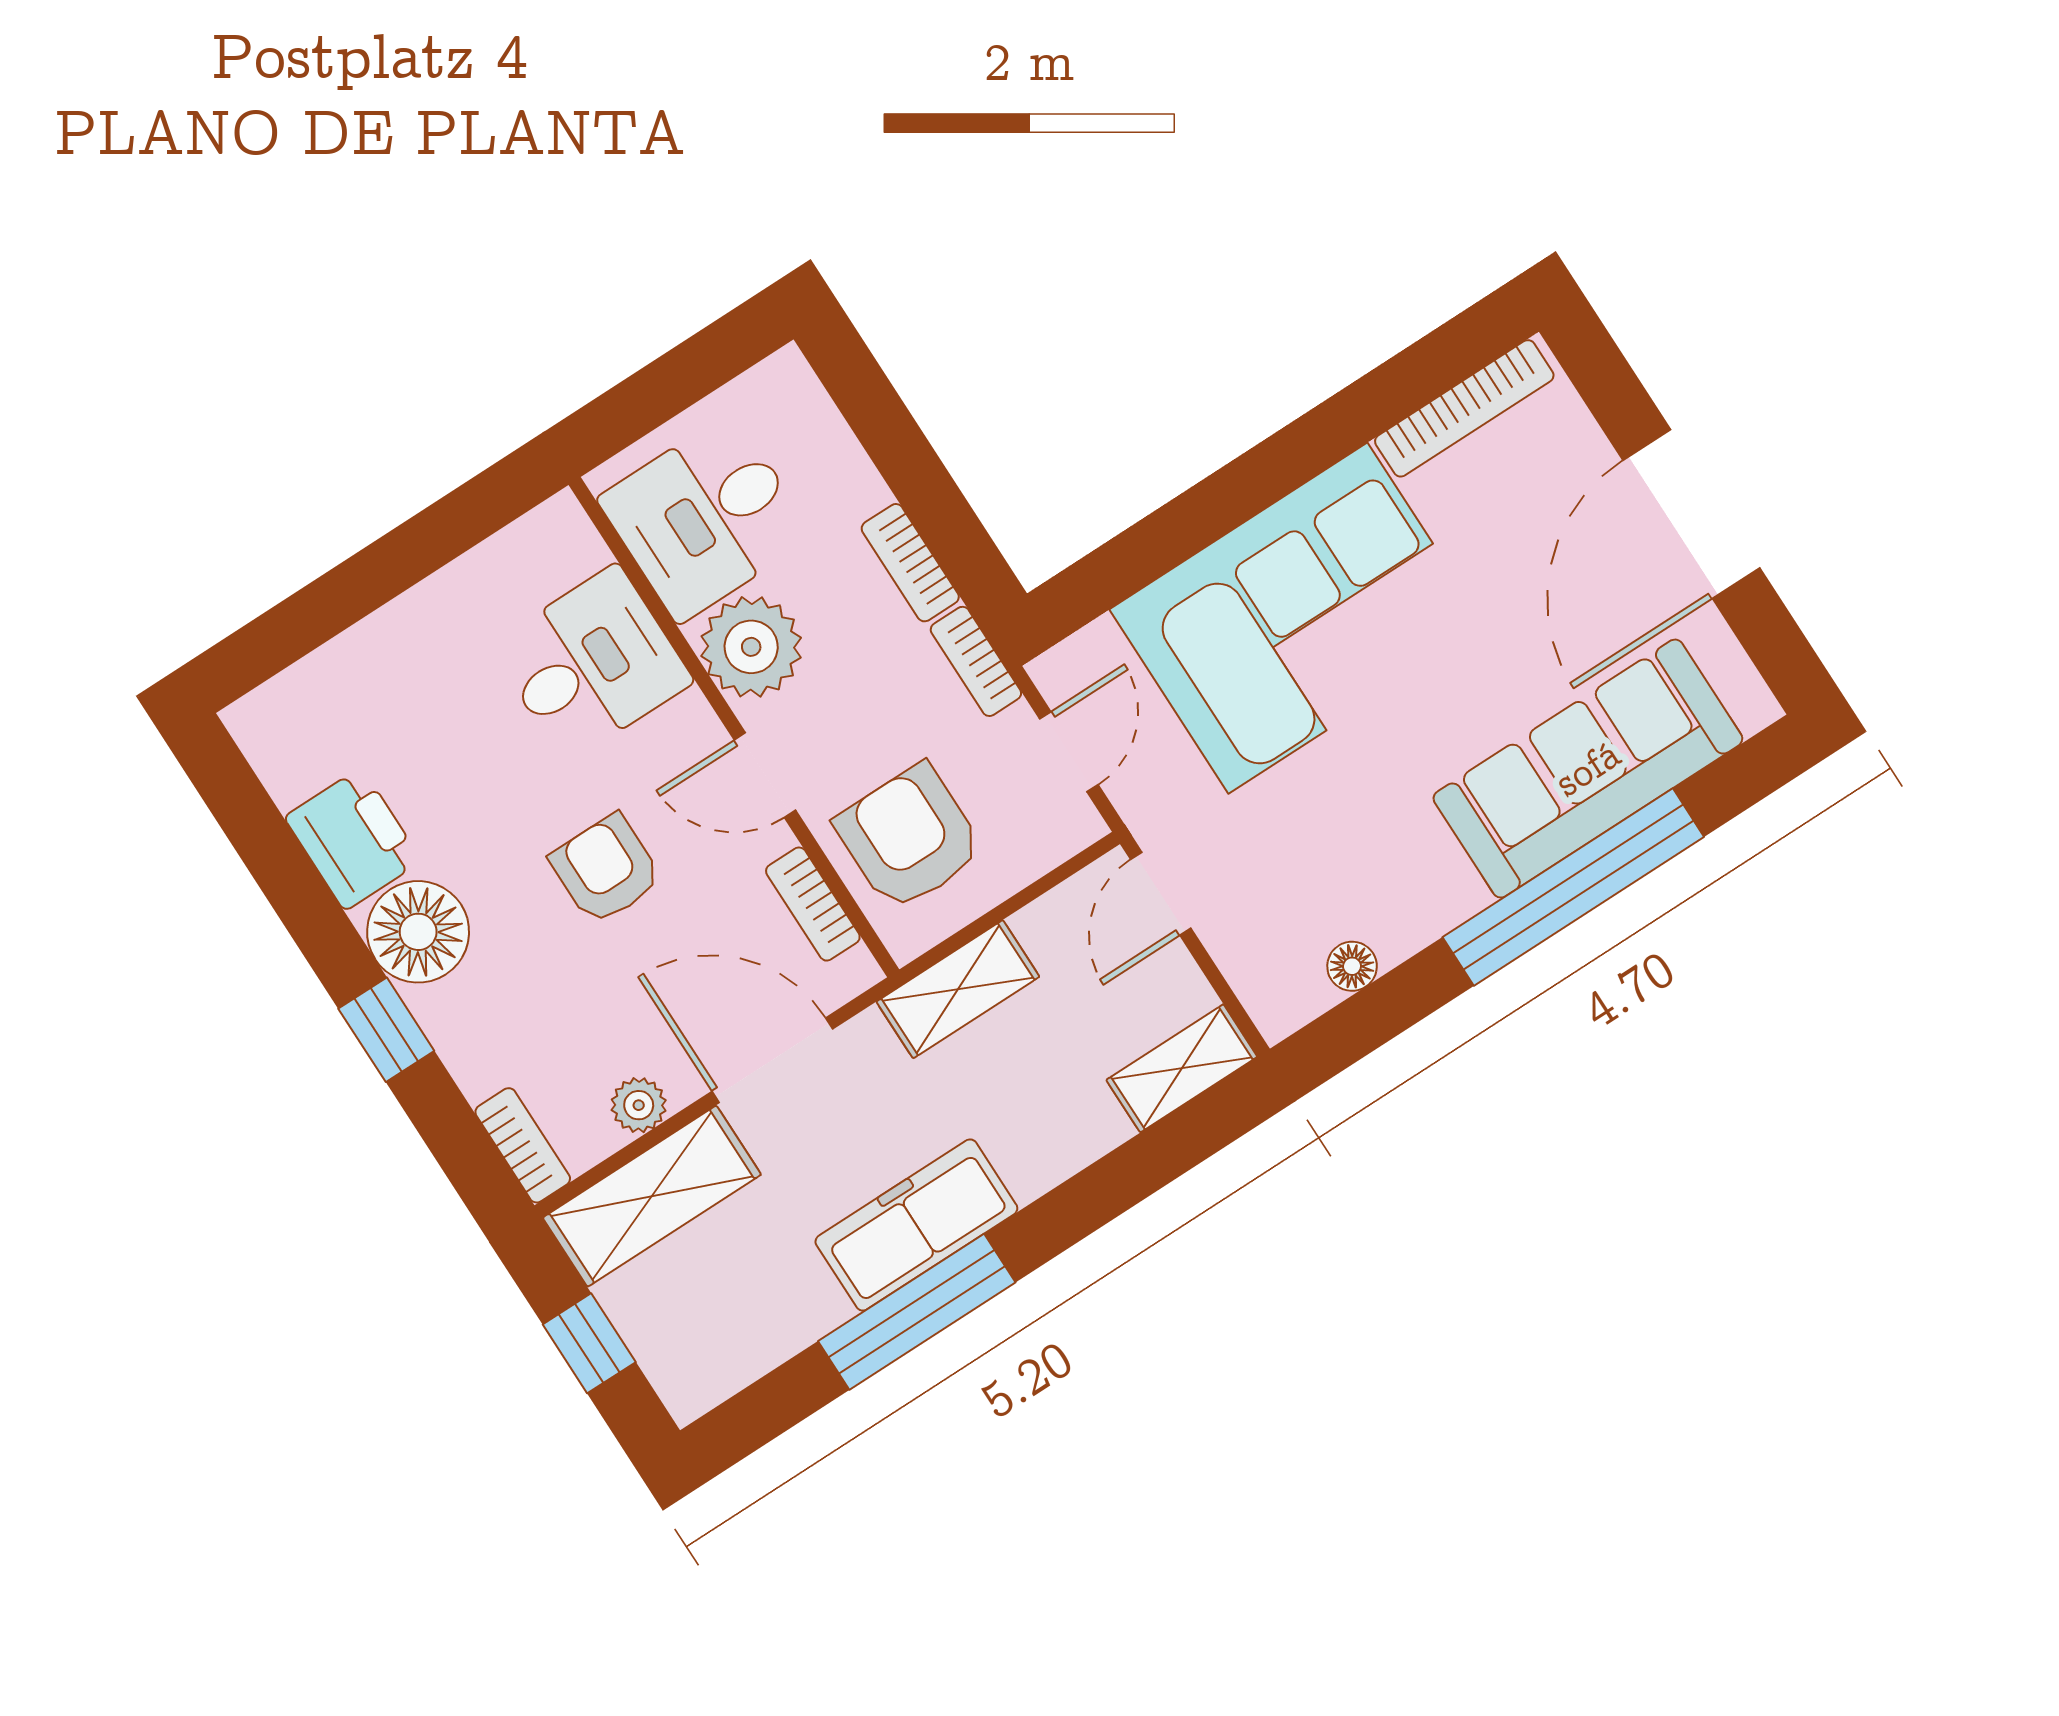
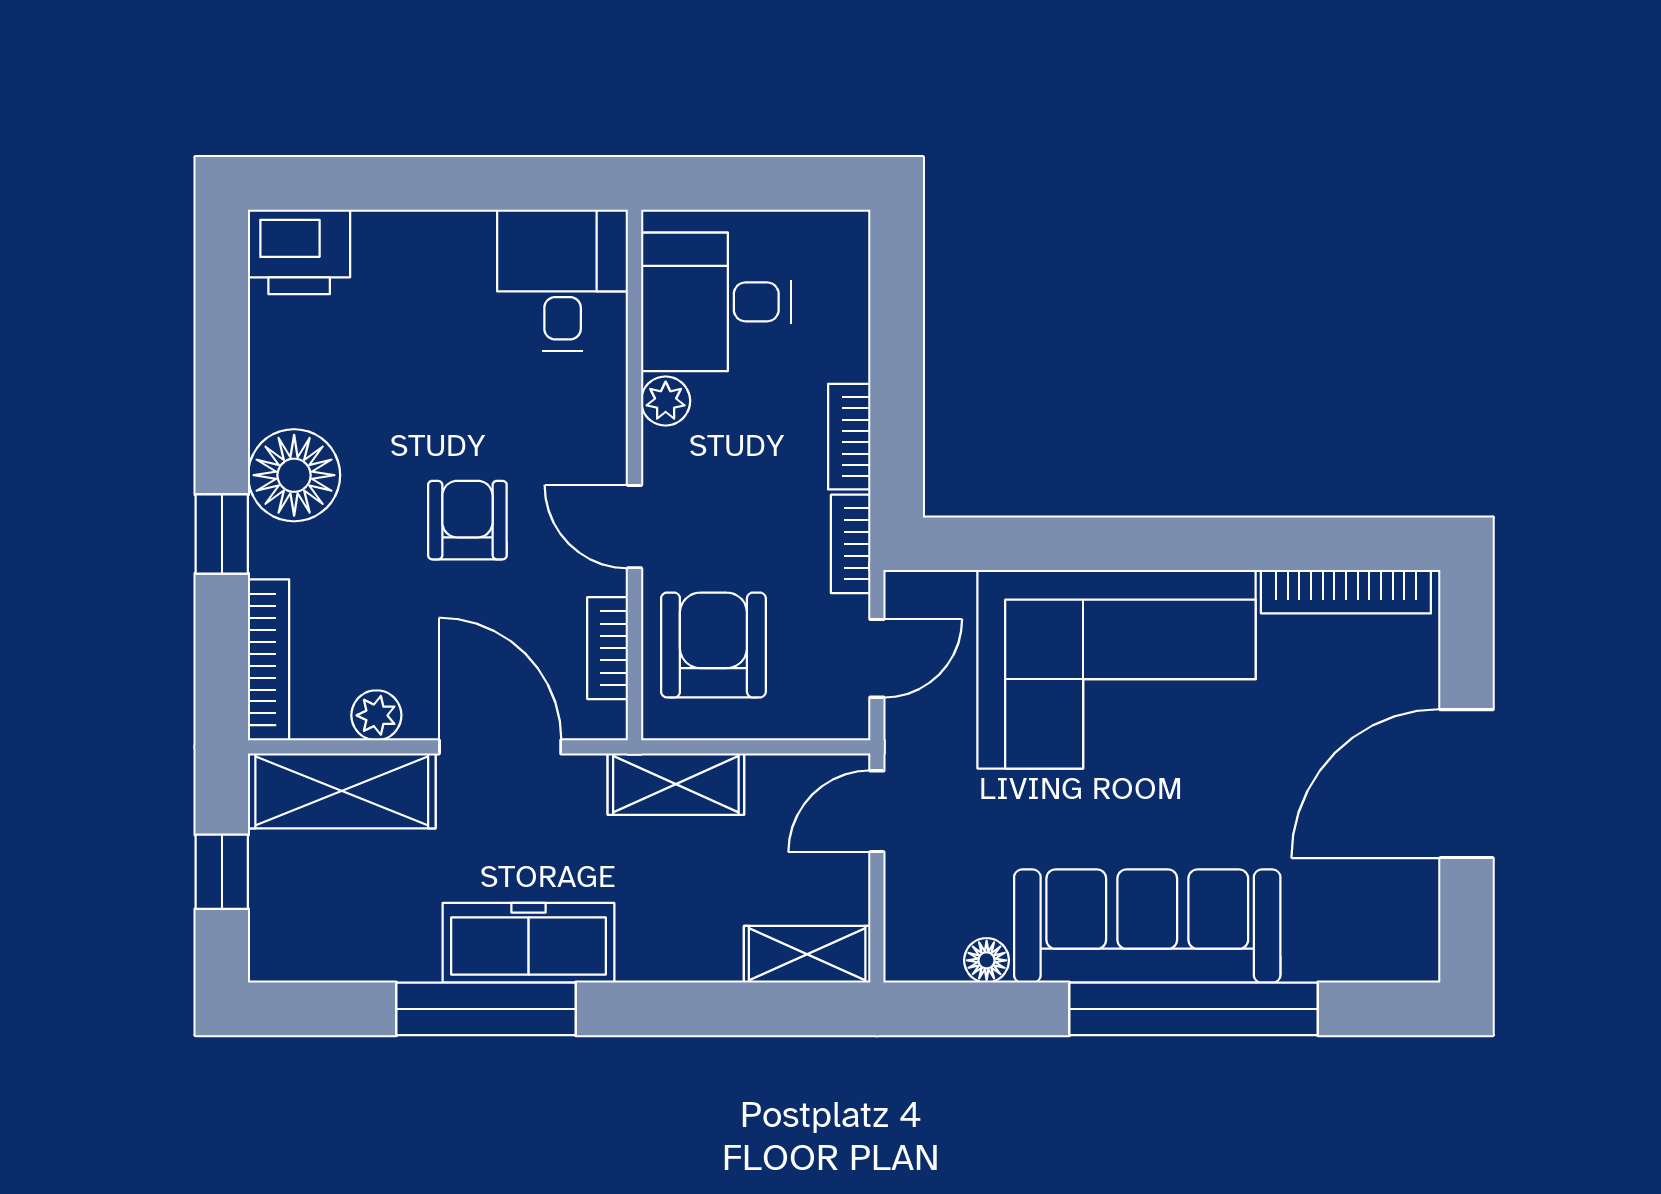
plant: (751, 647) -> (666, 401), width x0.53, depth x0.53
desk: (591, 664) -> (563, 280), moved, turned -90
sofa: (1588, 769) -> (1147, 926), moved
printer: (353, 839) -> (299, 252), moved, turned 90
bookcase: (523, 1145) -> (269, 660), width x1.56

